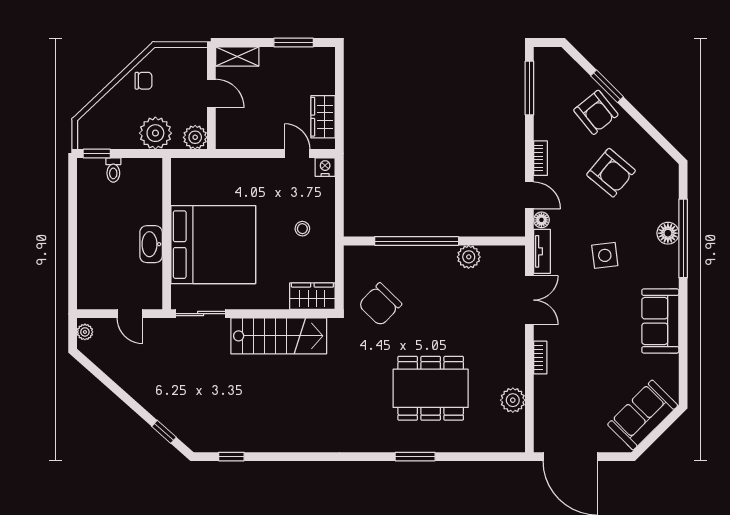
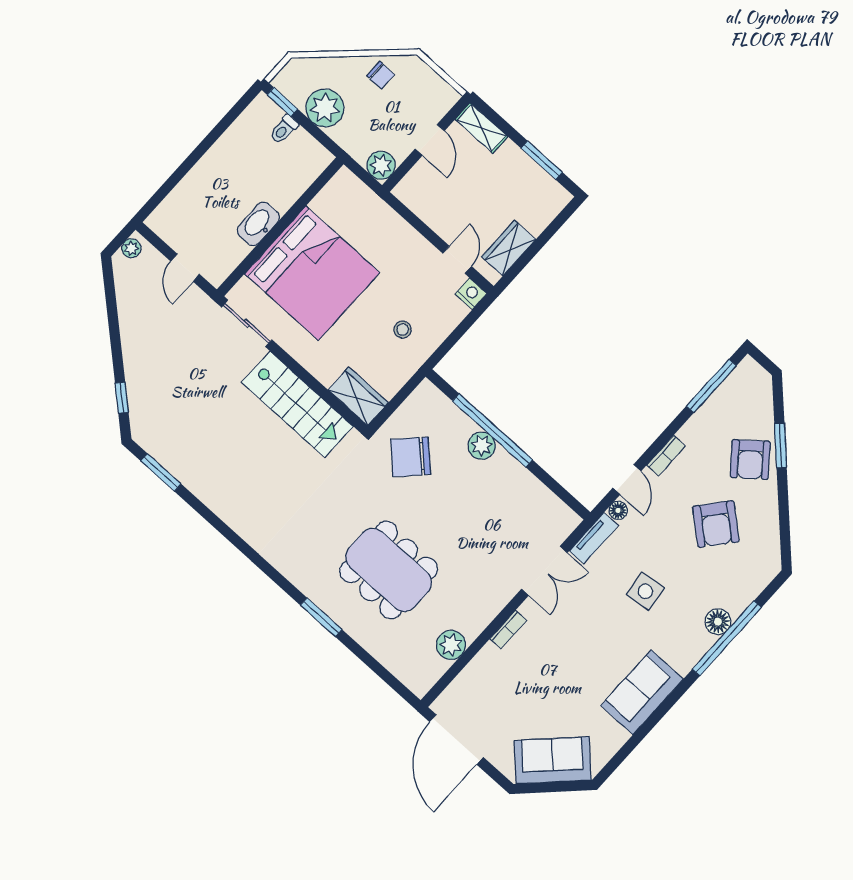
plant: (155, 133) -> (325, 108), moved
plant: (469, 257) -> (482, 446), moved
window: (231, 457) -> (161, 472), width x1.50

